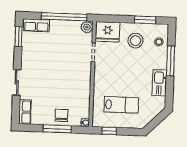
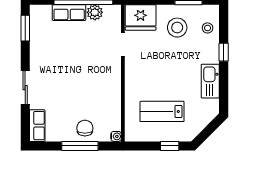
row of seats: (36, 25) -> (69, 13), moved
plant: (87, 27) -> (95, 12), moved
window: (171, 61) -> (224, 52), width x0.46
lab bench: (121, 105) -> (162, 111), turned 180
window: (109, 131) -> (170, 146), moved

